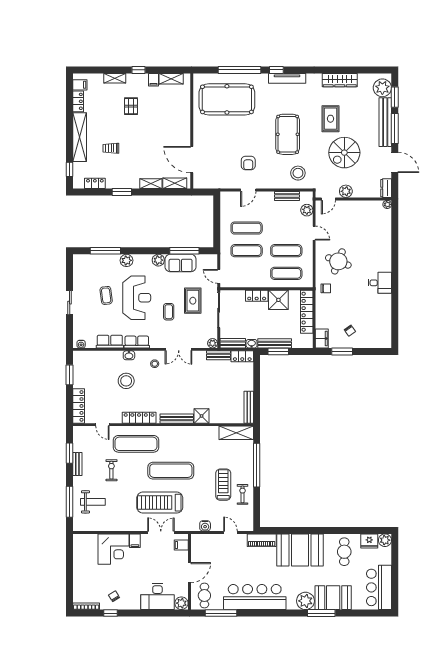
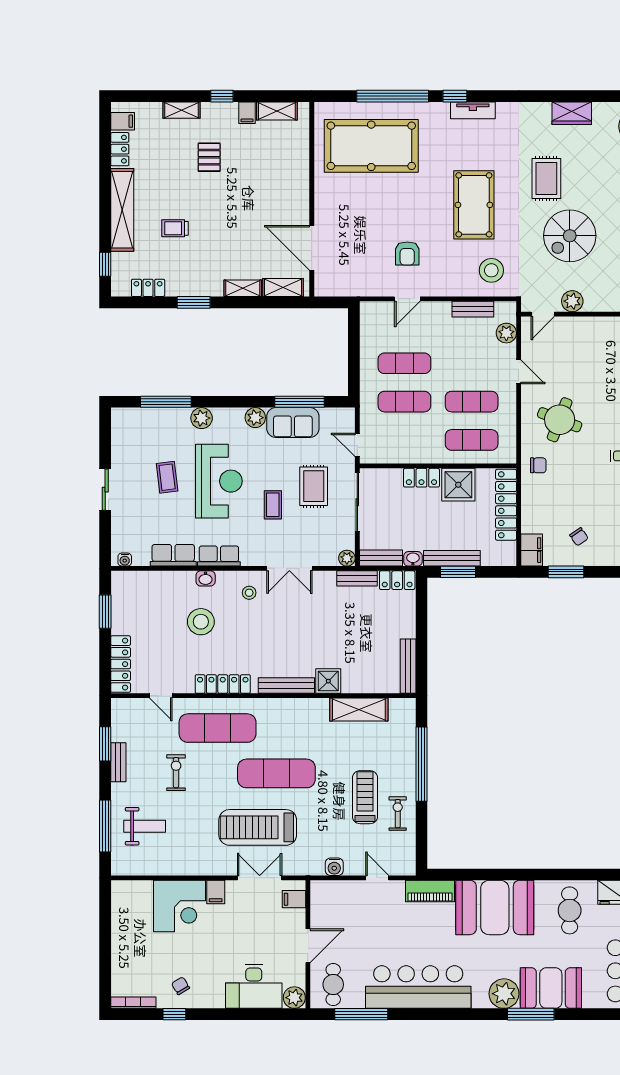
tv unit: (287, 78) -> (473, 110), width x0.71
wardrobe: (340, 80) -> (572, 113), width x0.67
shelving: (236, 433) -> (359, 709), moved

